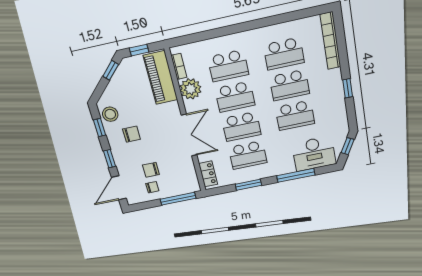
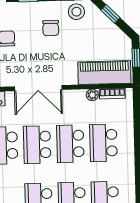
window: (111, 70) -> (110, 14), moved
plant: (190, 89) -> (92, 95), width x0.53, depth x0.53

